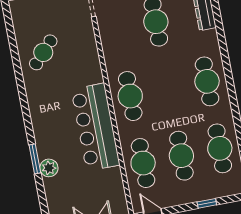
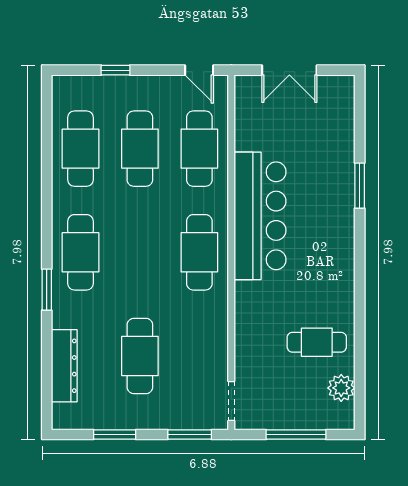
cafe table: (43, 52) -> (317, 342), turned 47
window: (224, 53) -> (47, 290), added
plant: (49, 168) -> (341, 388), moved

